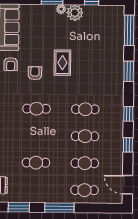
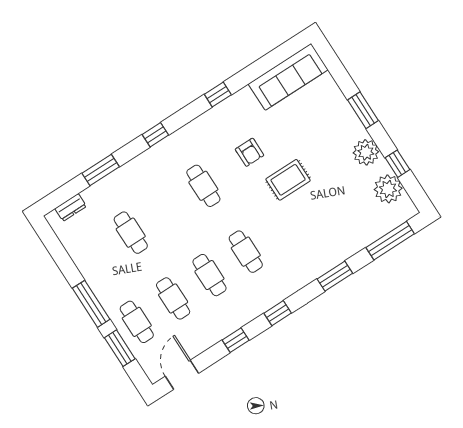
plant: (61, 9) -> (388, 189), moved, width x1.87, depth x1.87
armchair: (11, 64) -> (240, 112), removed
armchair: (35, 73) -> (250, 152), turned 90
window: (19, 207) -> (120, 348), moved

